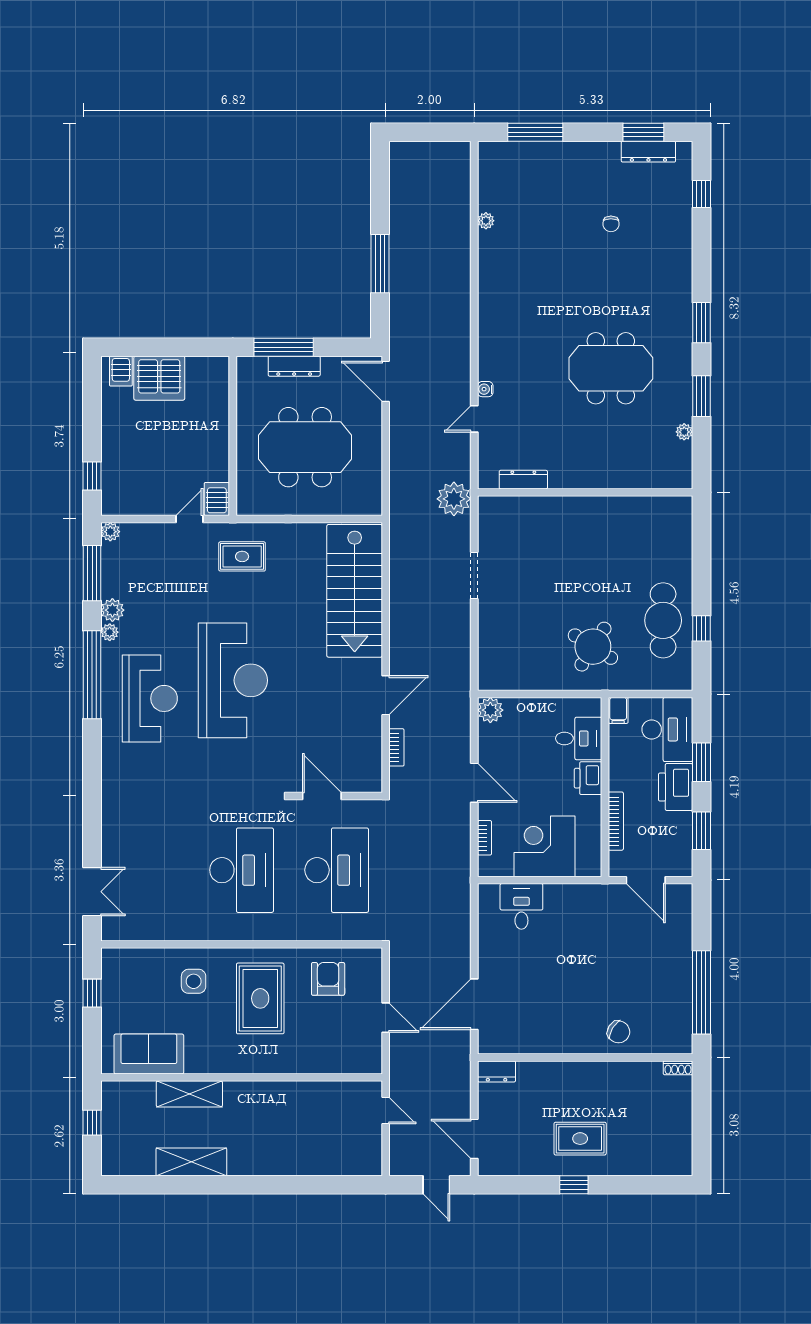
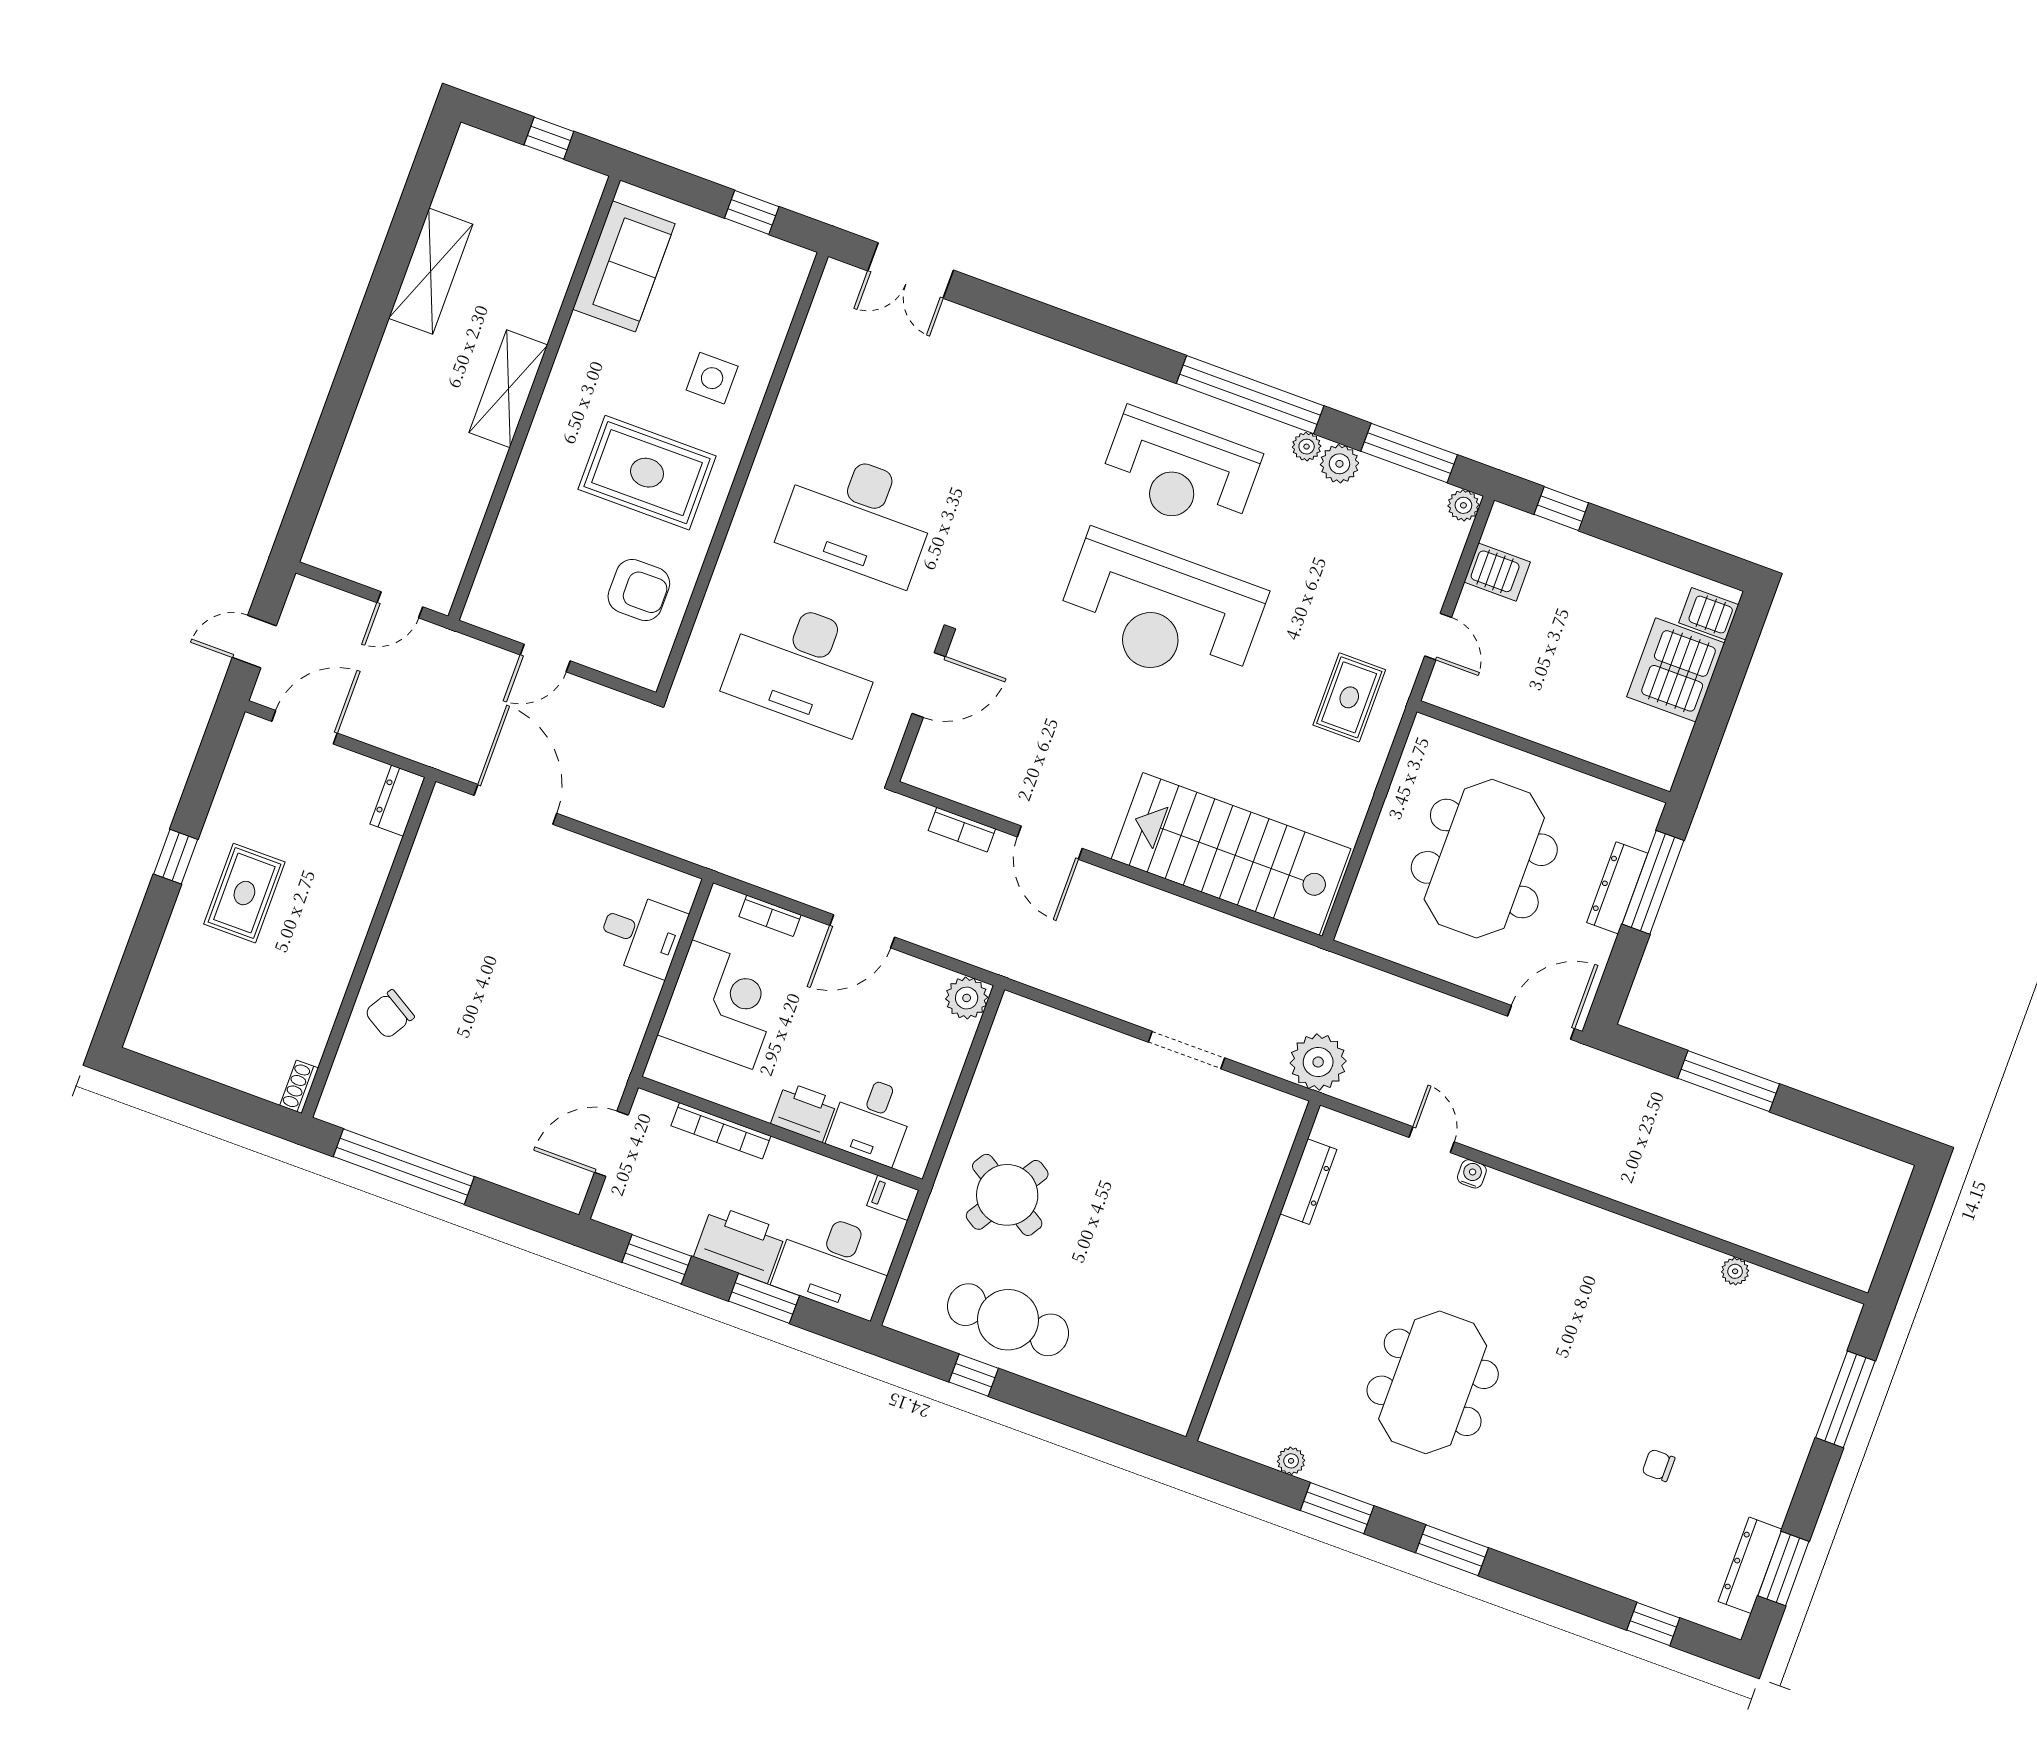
server rack: (217, 499) -> (1497, 572), moved
shelving: (189, 1094) -> (508, 389), moved

